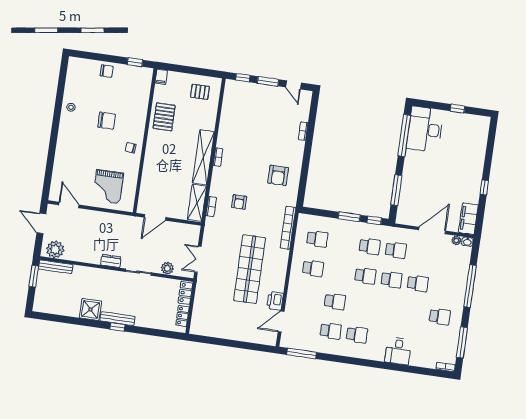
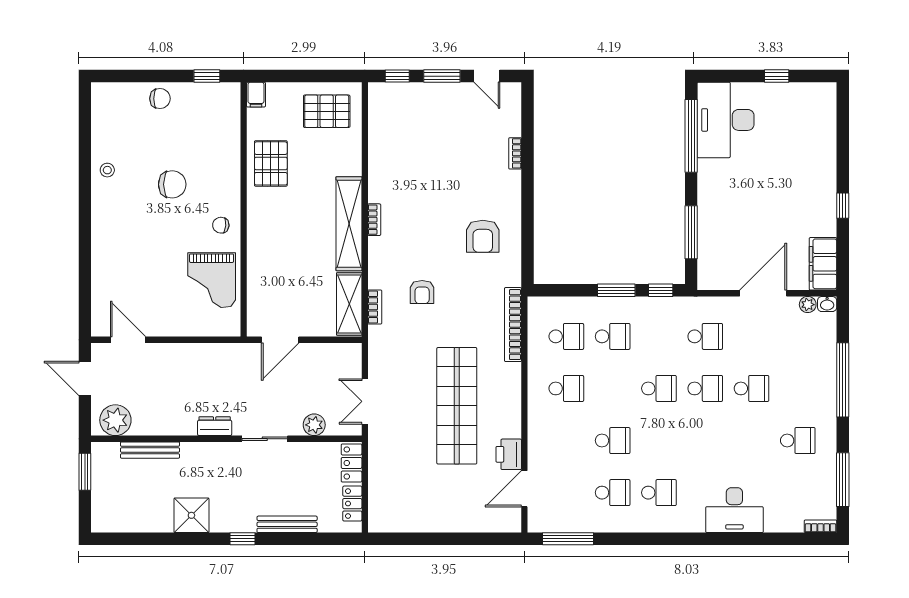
pallet: (200, 92) -> (327, 111), width x1.50, depth x1.42
grand piano: (108, 187) -> (212, 280), moved
school desk: (370, 246) -> (613, 336), moved
bench: (56, 267) -> (150, 450), moved
bench: (117, 319) -> (287, 524), moved
desk: (398, 351) -> (734, 510), width x1.37

